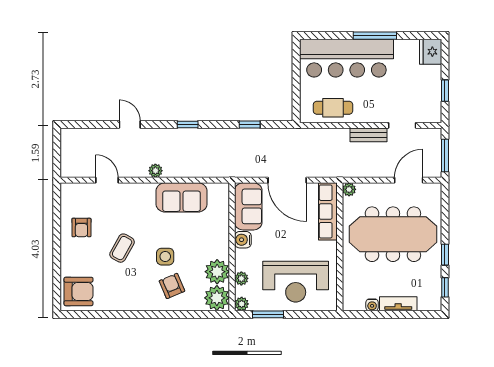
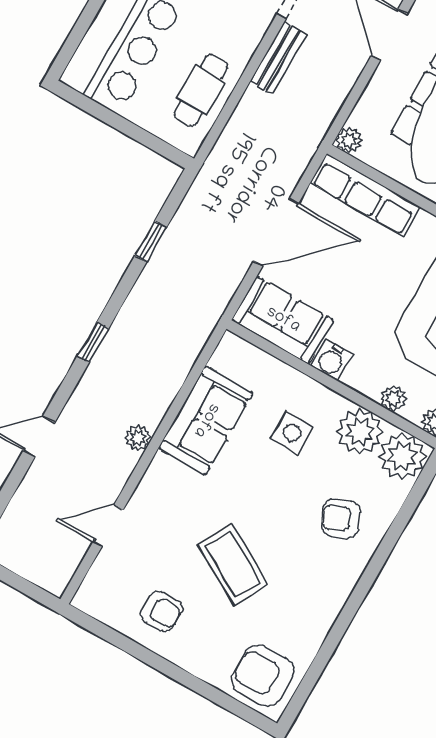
coffee table: (122, 248) -> (233, 564), width x1.36, depth x1.30
side table: (165, 257) -> (292, 433), moved
armchair: (78, 291) -> (263, 676), turned -90

